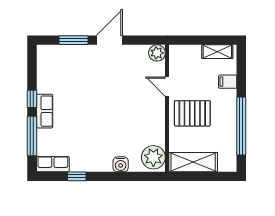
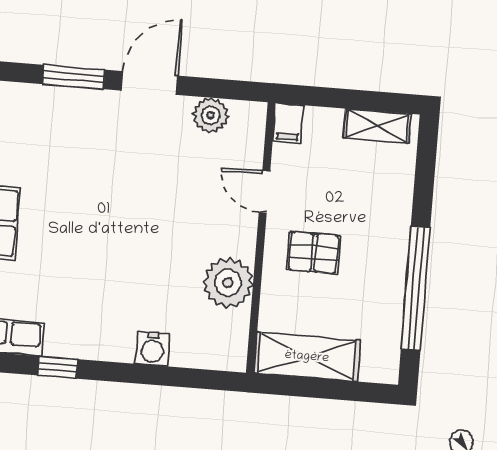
plant: (157, 53) -> (210, 115), moved
filing cabinet: (228, 82) -> (288, 123), moved, turned -90
pallet: (192, 113) -> (314, 253), width x0.67, depth x0.71
plant: (153, 157) -> (228, 283), moved

